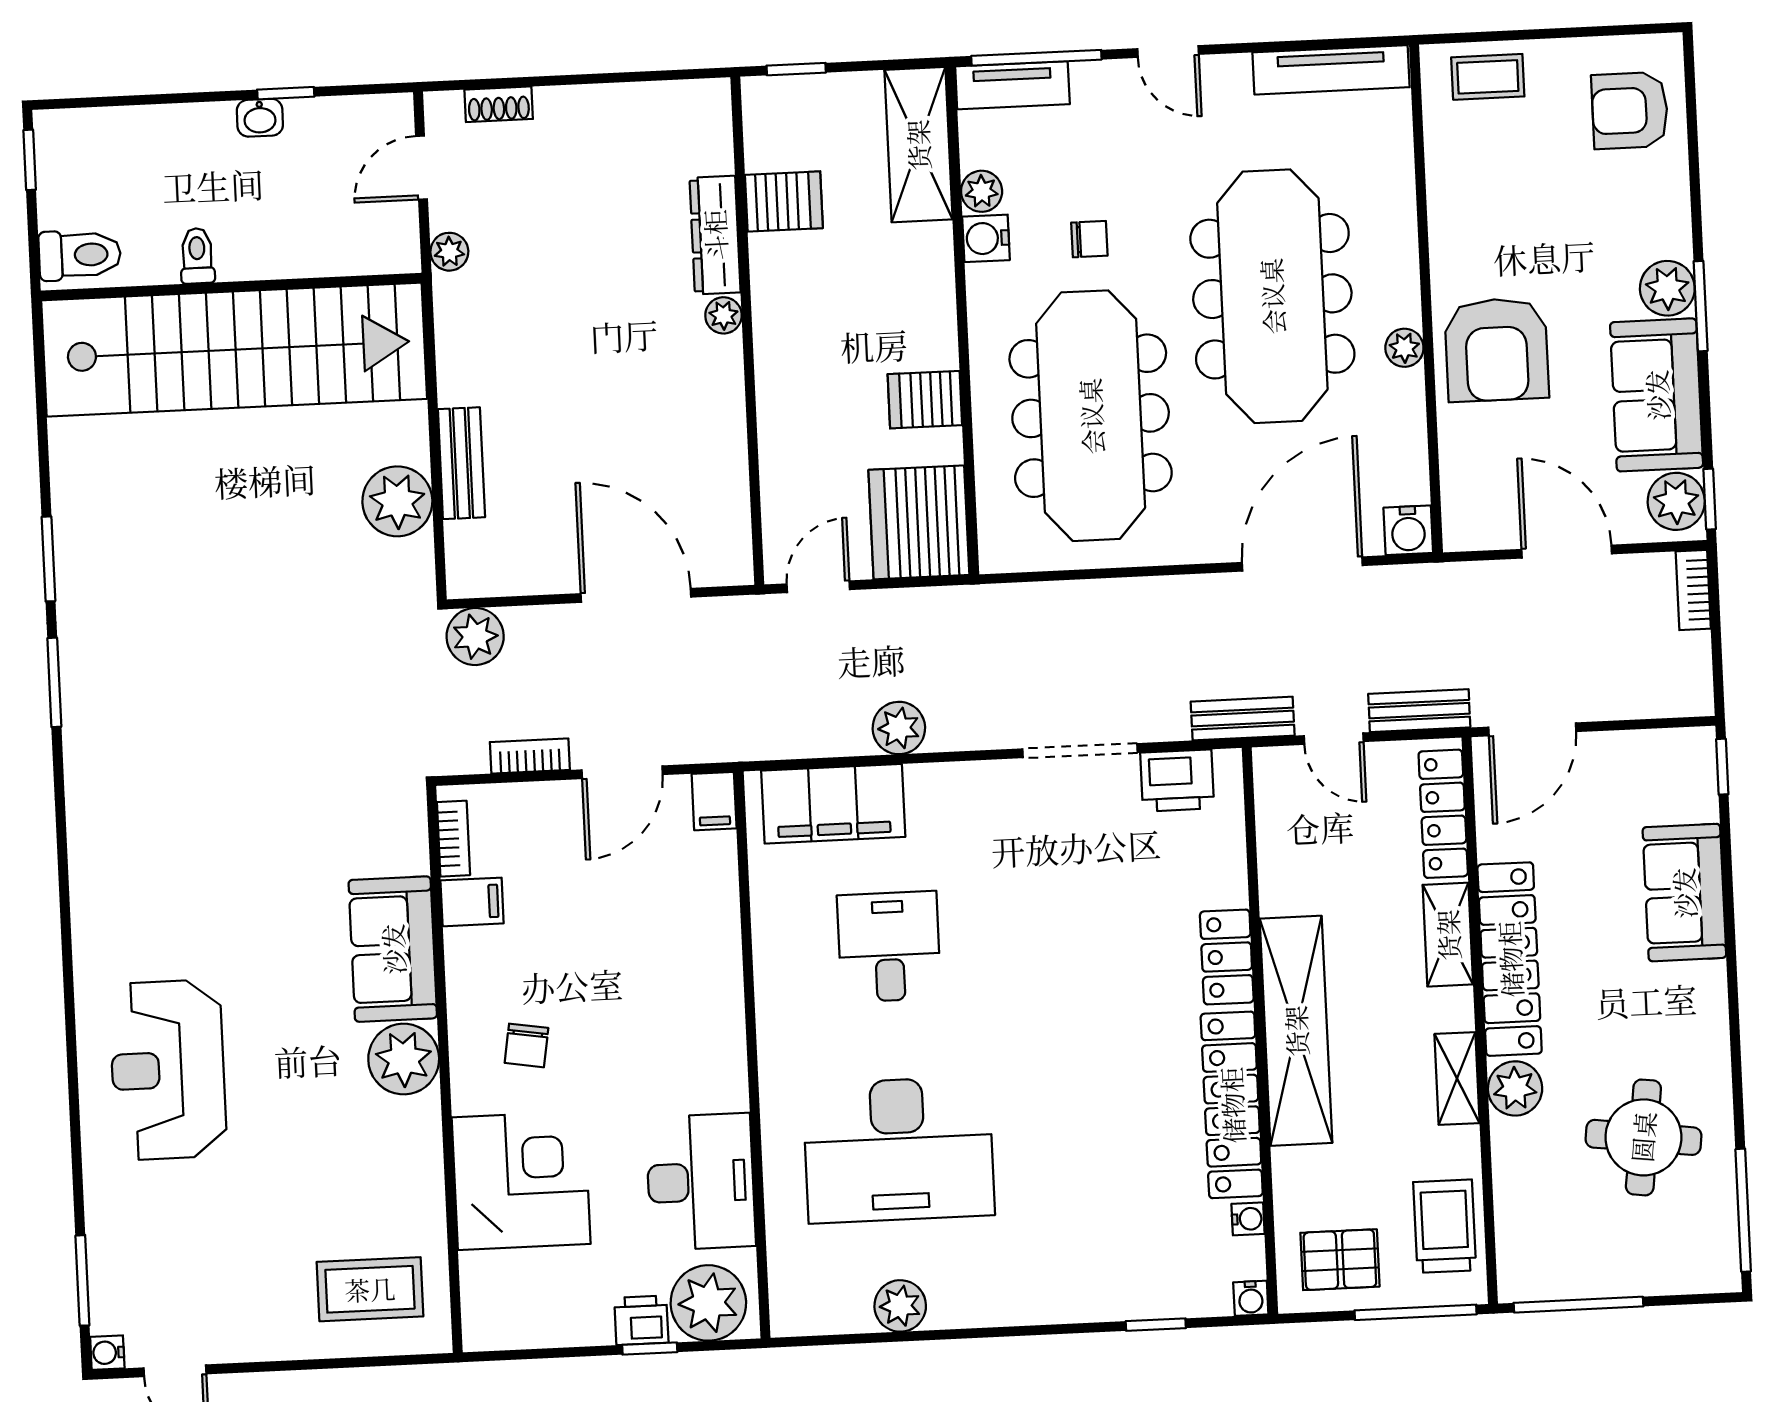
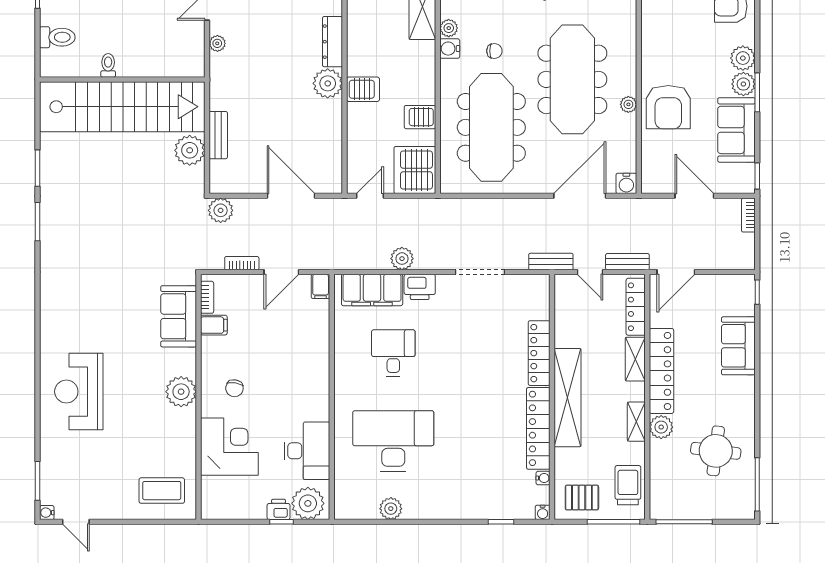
server rack: (784, 201) -> (363, 89), moved
toilet: (197, 256) -> (108, 65), moved
wall: (231, 287) -> (122, 79), moved
plant: (724, 315) -> (328, 83), width x1.87, depth x1.87
stairs: (234, 350) -> (122, 107), moved
plant: (1676, 501) -> (743, 58), moved
printer: (1177, 781) -> (420, 287), moved
sofa: (393, 949) -> (179, 316), moved
locker: (1227, 957) -> (539, 353), width x1.53
desk: (899, 1150) -> (393, 441), turned 180

